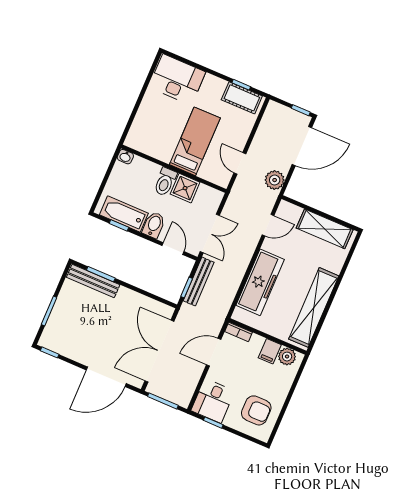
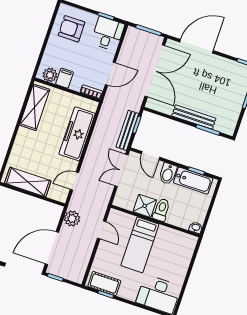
bench: (93, 281) -> (194, 117), moved
shelving: (314, 307) -> (35, 107), width x0.68

